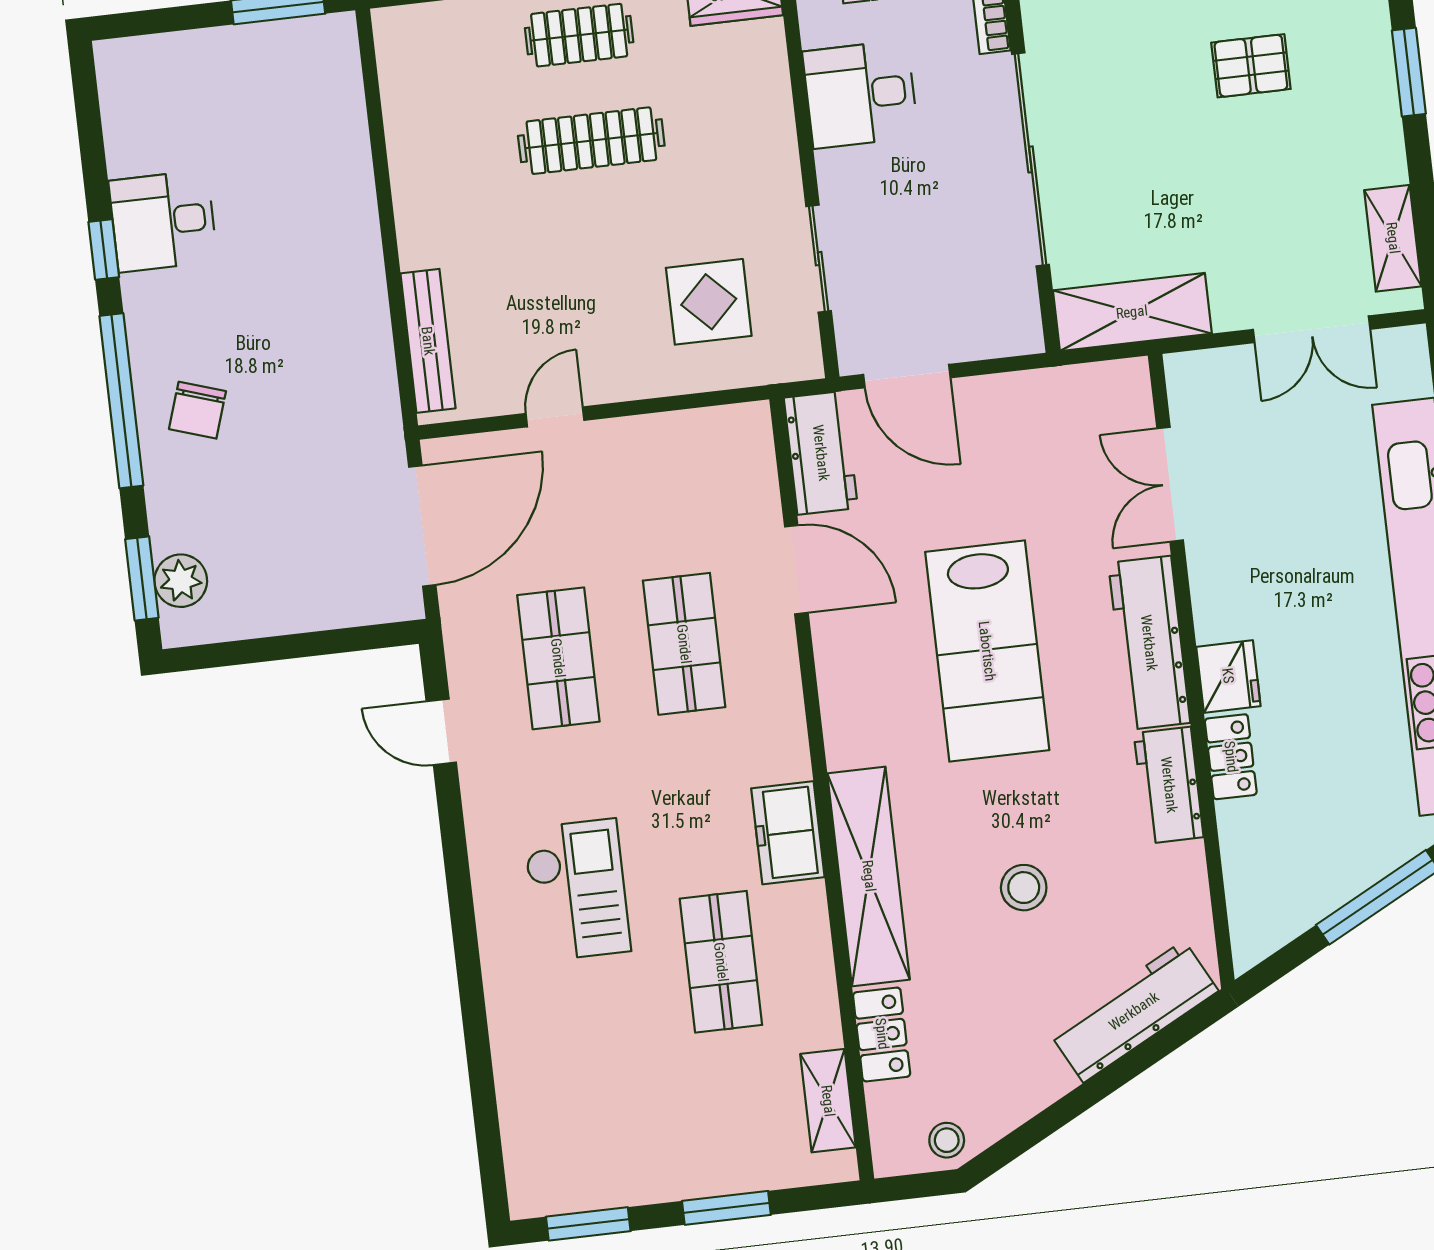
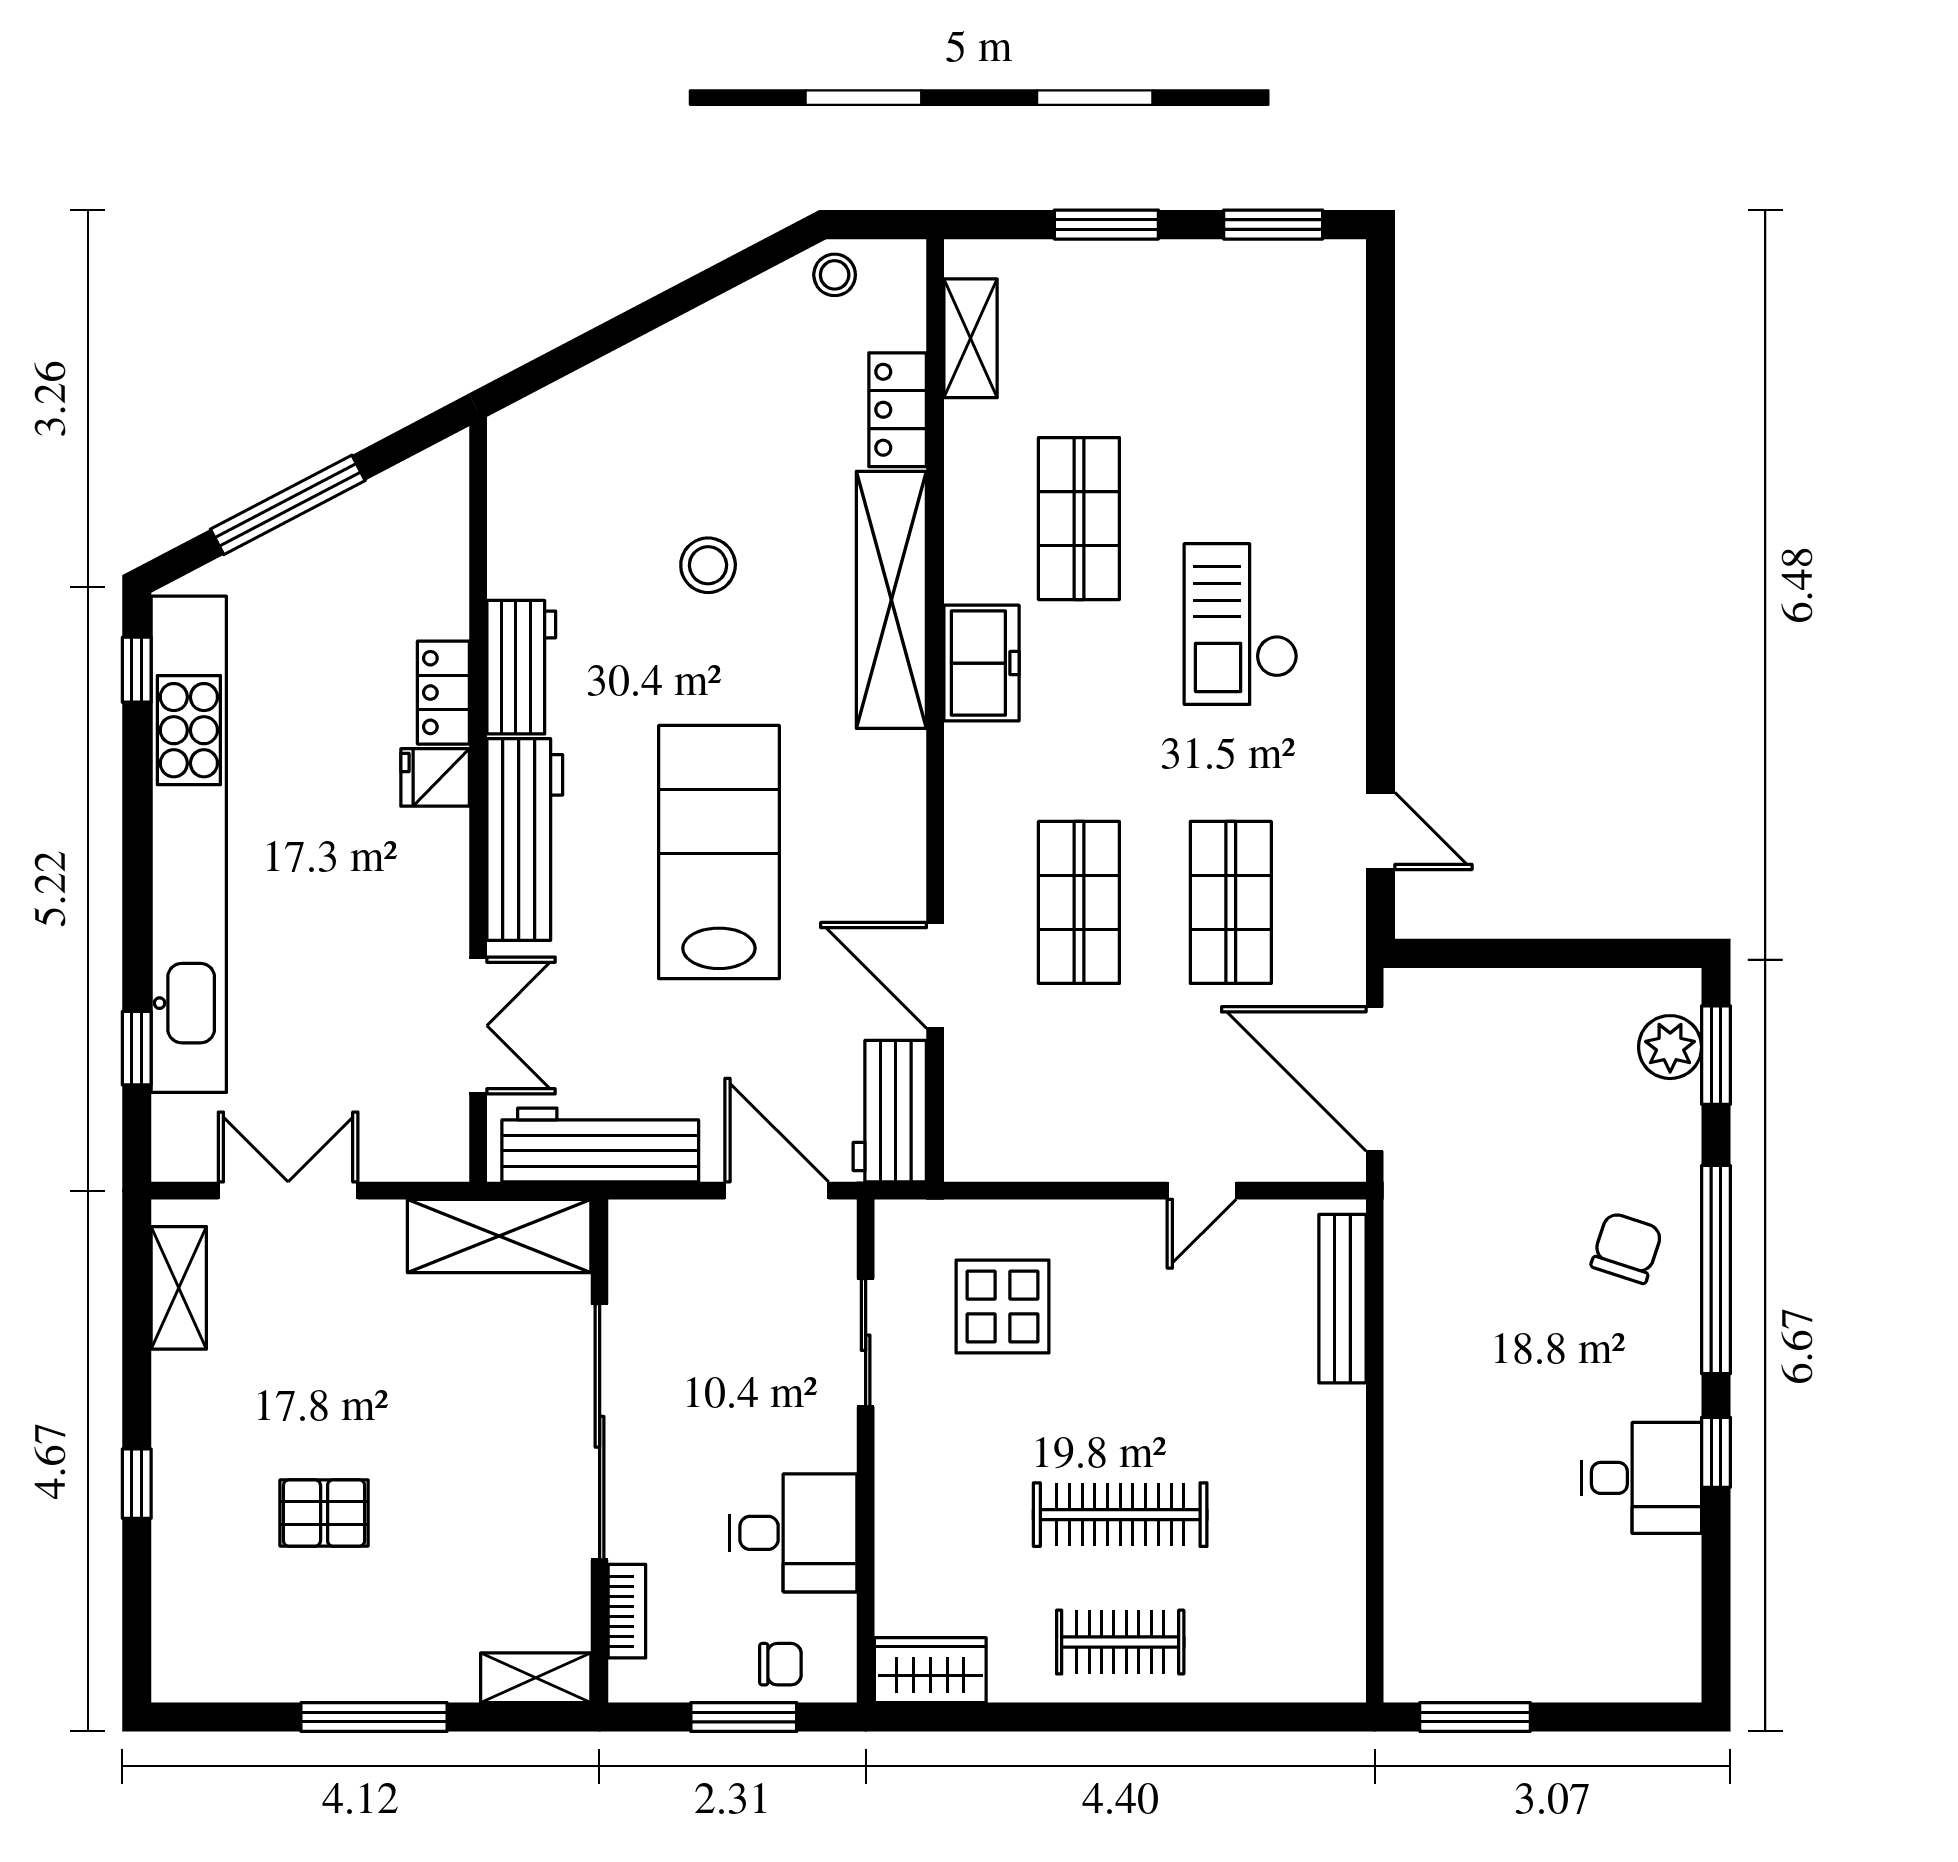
window: (1409, 72) -> (137, 1484), width x0.67
door: (422, 526) -> (1375, 1079), hinge flipped
fridge: (1228, 676) -> (435, 777), width x0.72
workbench: (1134, 1011) -> (600, 1145), moved, turned -152

